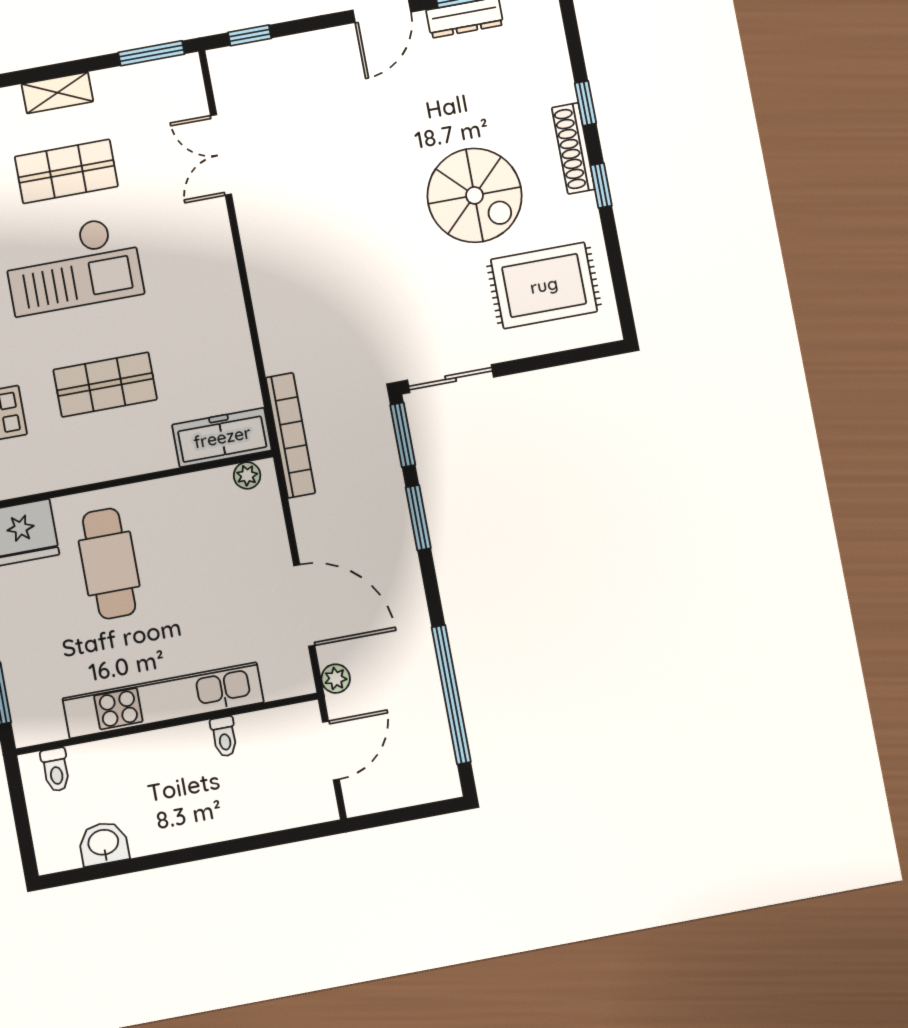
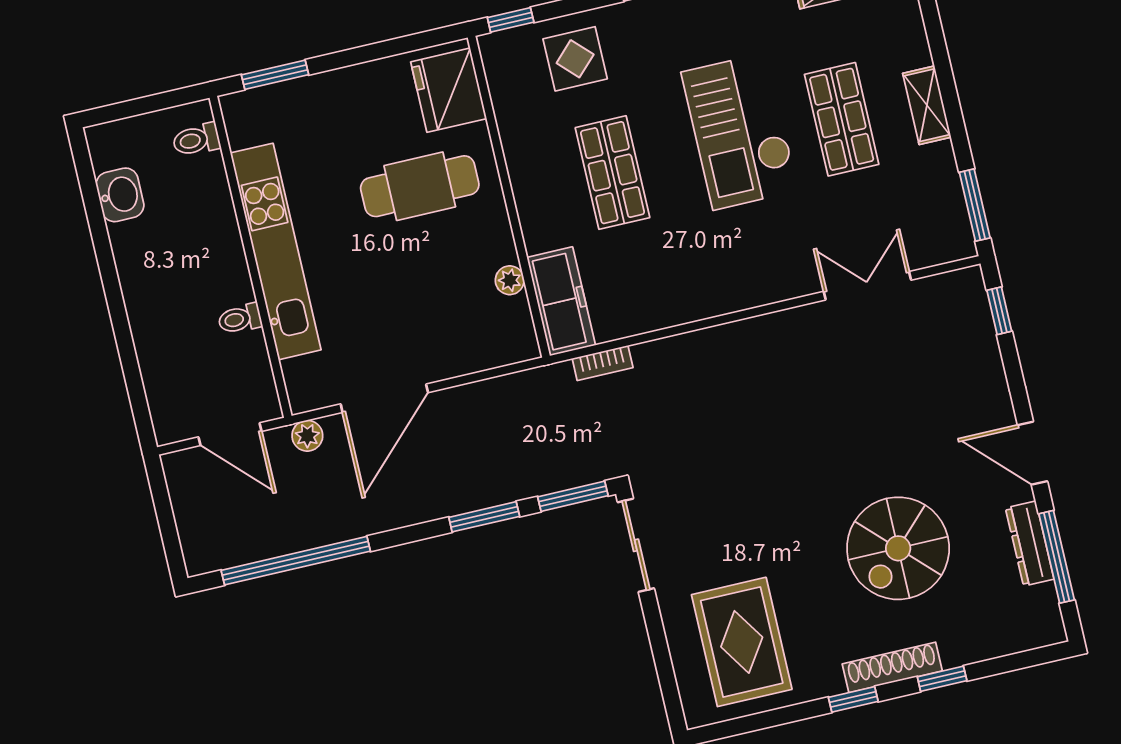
spiral stairs: (475, 195) -> (898, 548), moved
bookcase: (290, 435) -> (603, 363), width x0.43, depth x0.76
plant: (247, 475) -> (510, 280), moved

